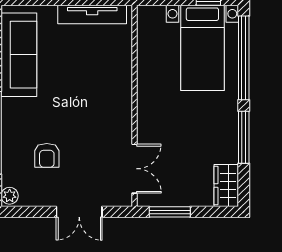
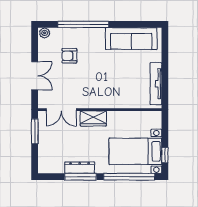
dresser: (229, 139) -> (80, 168), added
wardrobe: (226, 186) -> (93, 118), moved, turned 180
double door: (79, 212) -> (35, 76), swing flipped

